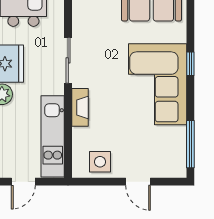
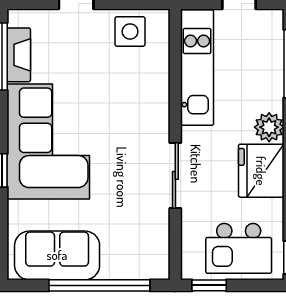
fireplace: (80, 107) -> (19, 55), moved, turned 180

